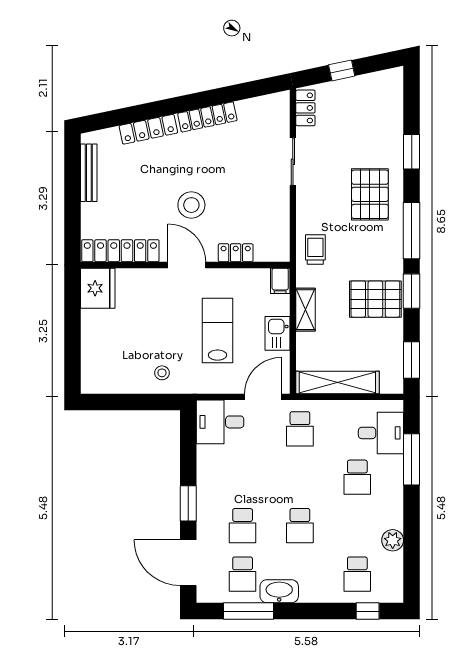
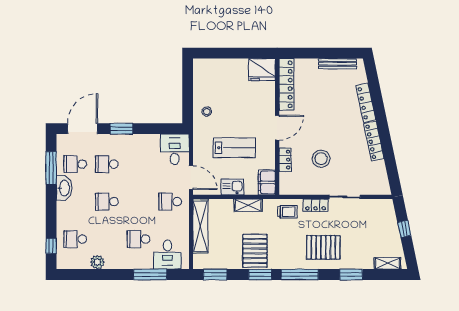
shelving: (394, 96) -> (388, 263), added
locker: (305, 108) -> (316, 205), moved
stool: (191, 205) -> (321, 159), moved
filing cabinet: (280, 281) -> (267, 182), width x2.00

